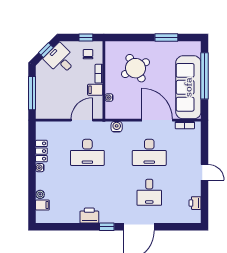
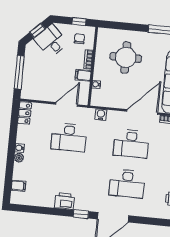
round table: (136, 68) -> (126, 57), turned 30
door: (157, 120) -> (142, 112), hinge flipped
locker: (41, 151) -> (25, 113), moved
desk: (149, 192) -> (127, 184), width x1.37
plant: (40, 194) -> (19, 158), moved

